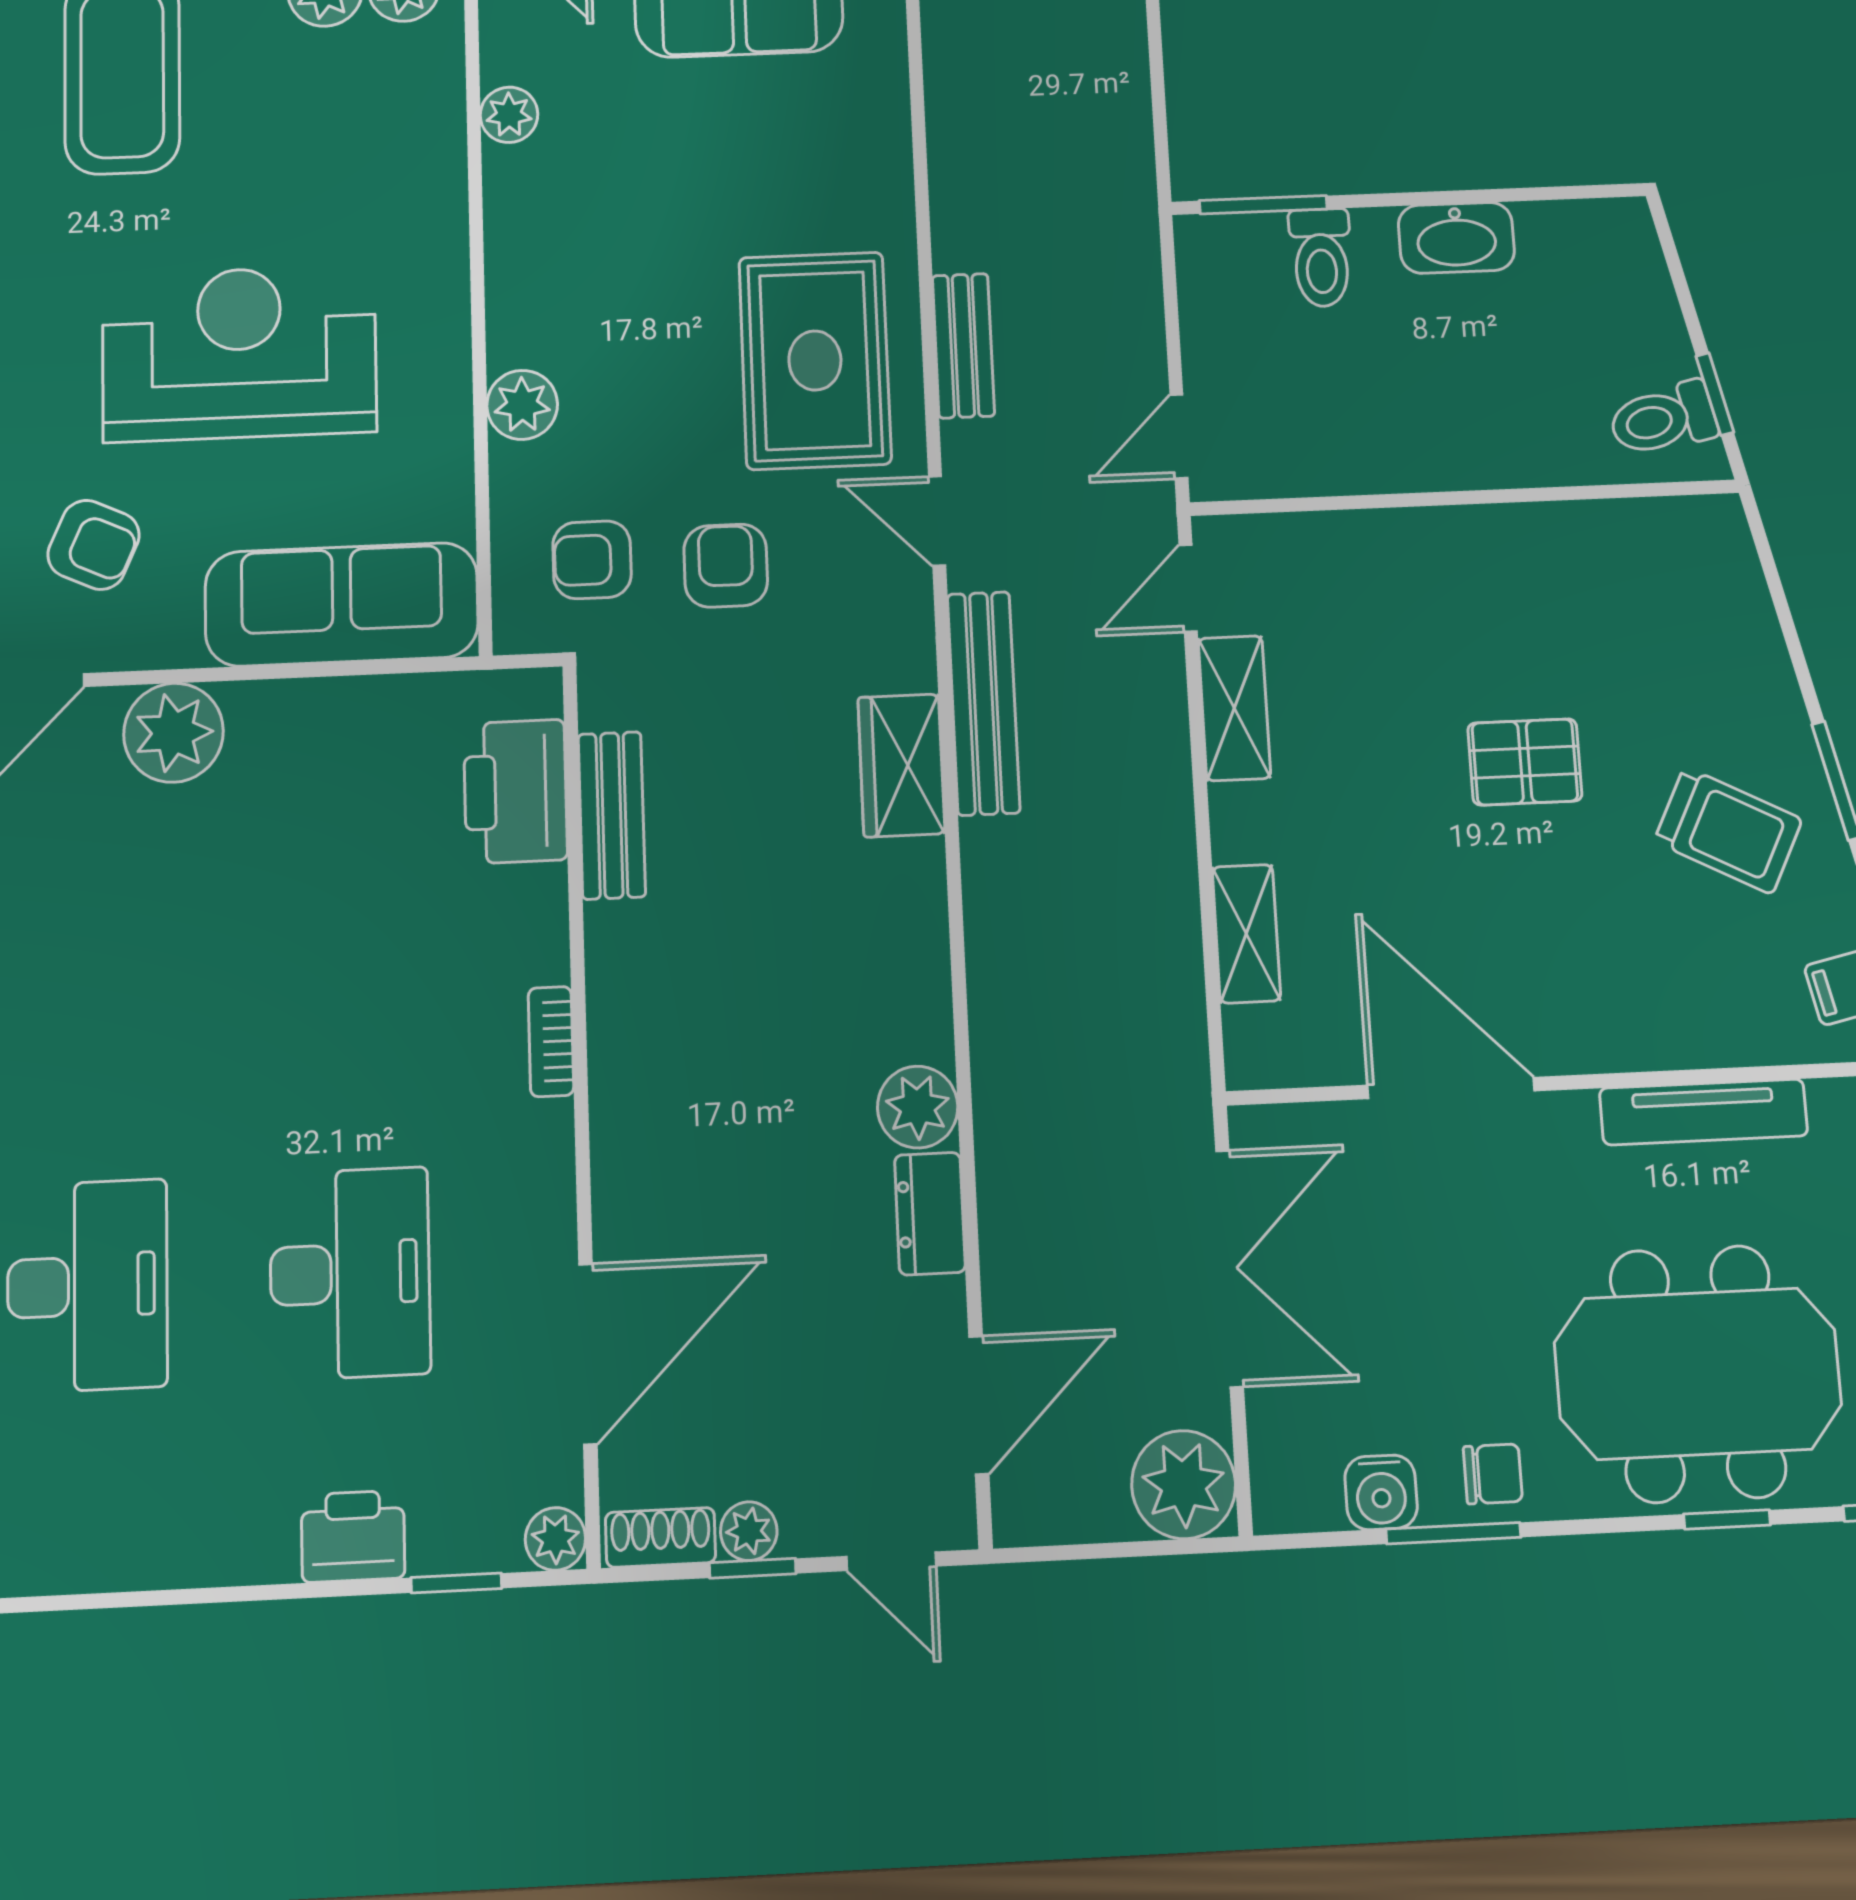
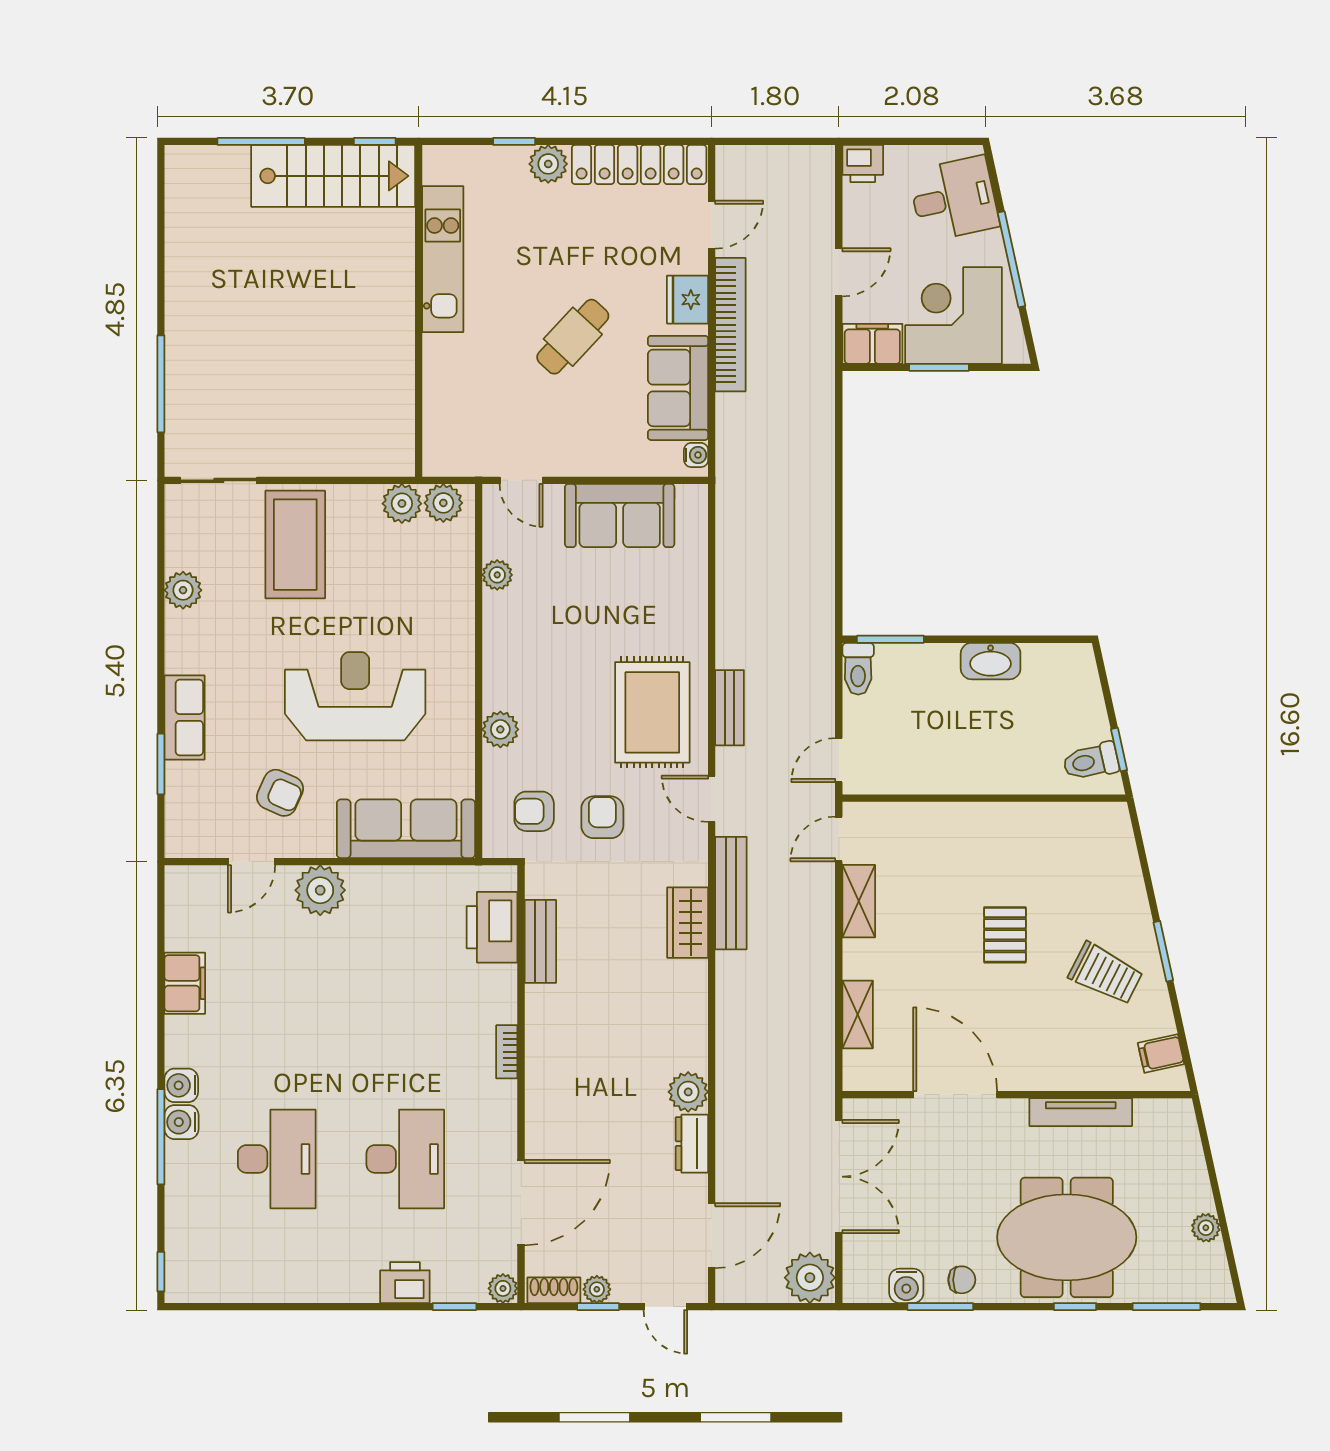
toilet: (1321, 258) -> (858, 669), moved
pallet: (1525, 762) -> (1005, 935), turned 90

